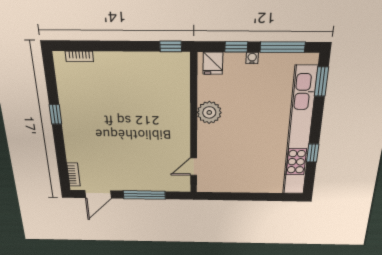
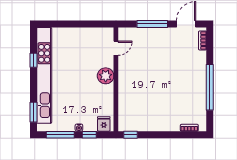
plant: (209, 112) -> (106, 76), moved
window: (55, 114) -> (210, 87), width x3.17

